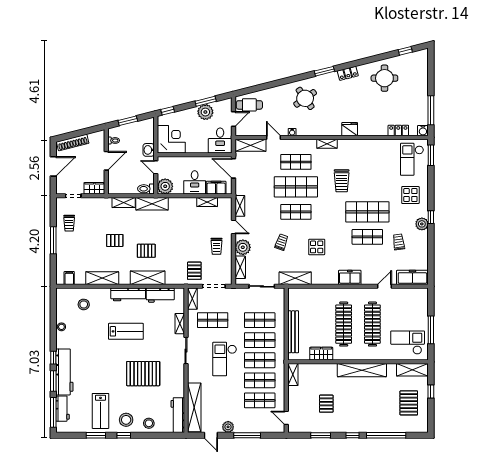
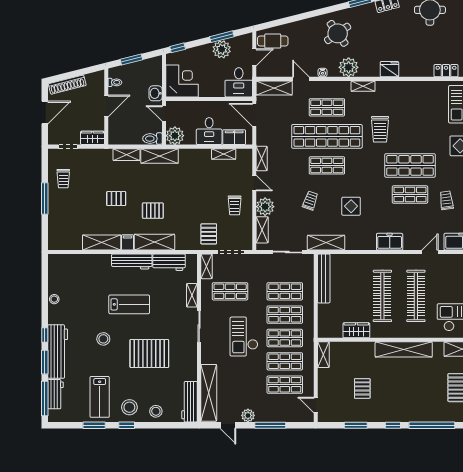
plant: (315, 128) -> (349, 67), added
shop shelf: (296, 187) -> (327, 136), width x1.40
filing cabinet: (69, 278) -> (127, 242), moved
stool: (84, 304) -> (103, 339), moved
bench: (293, 332) -> (324, 278), moved

